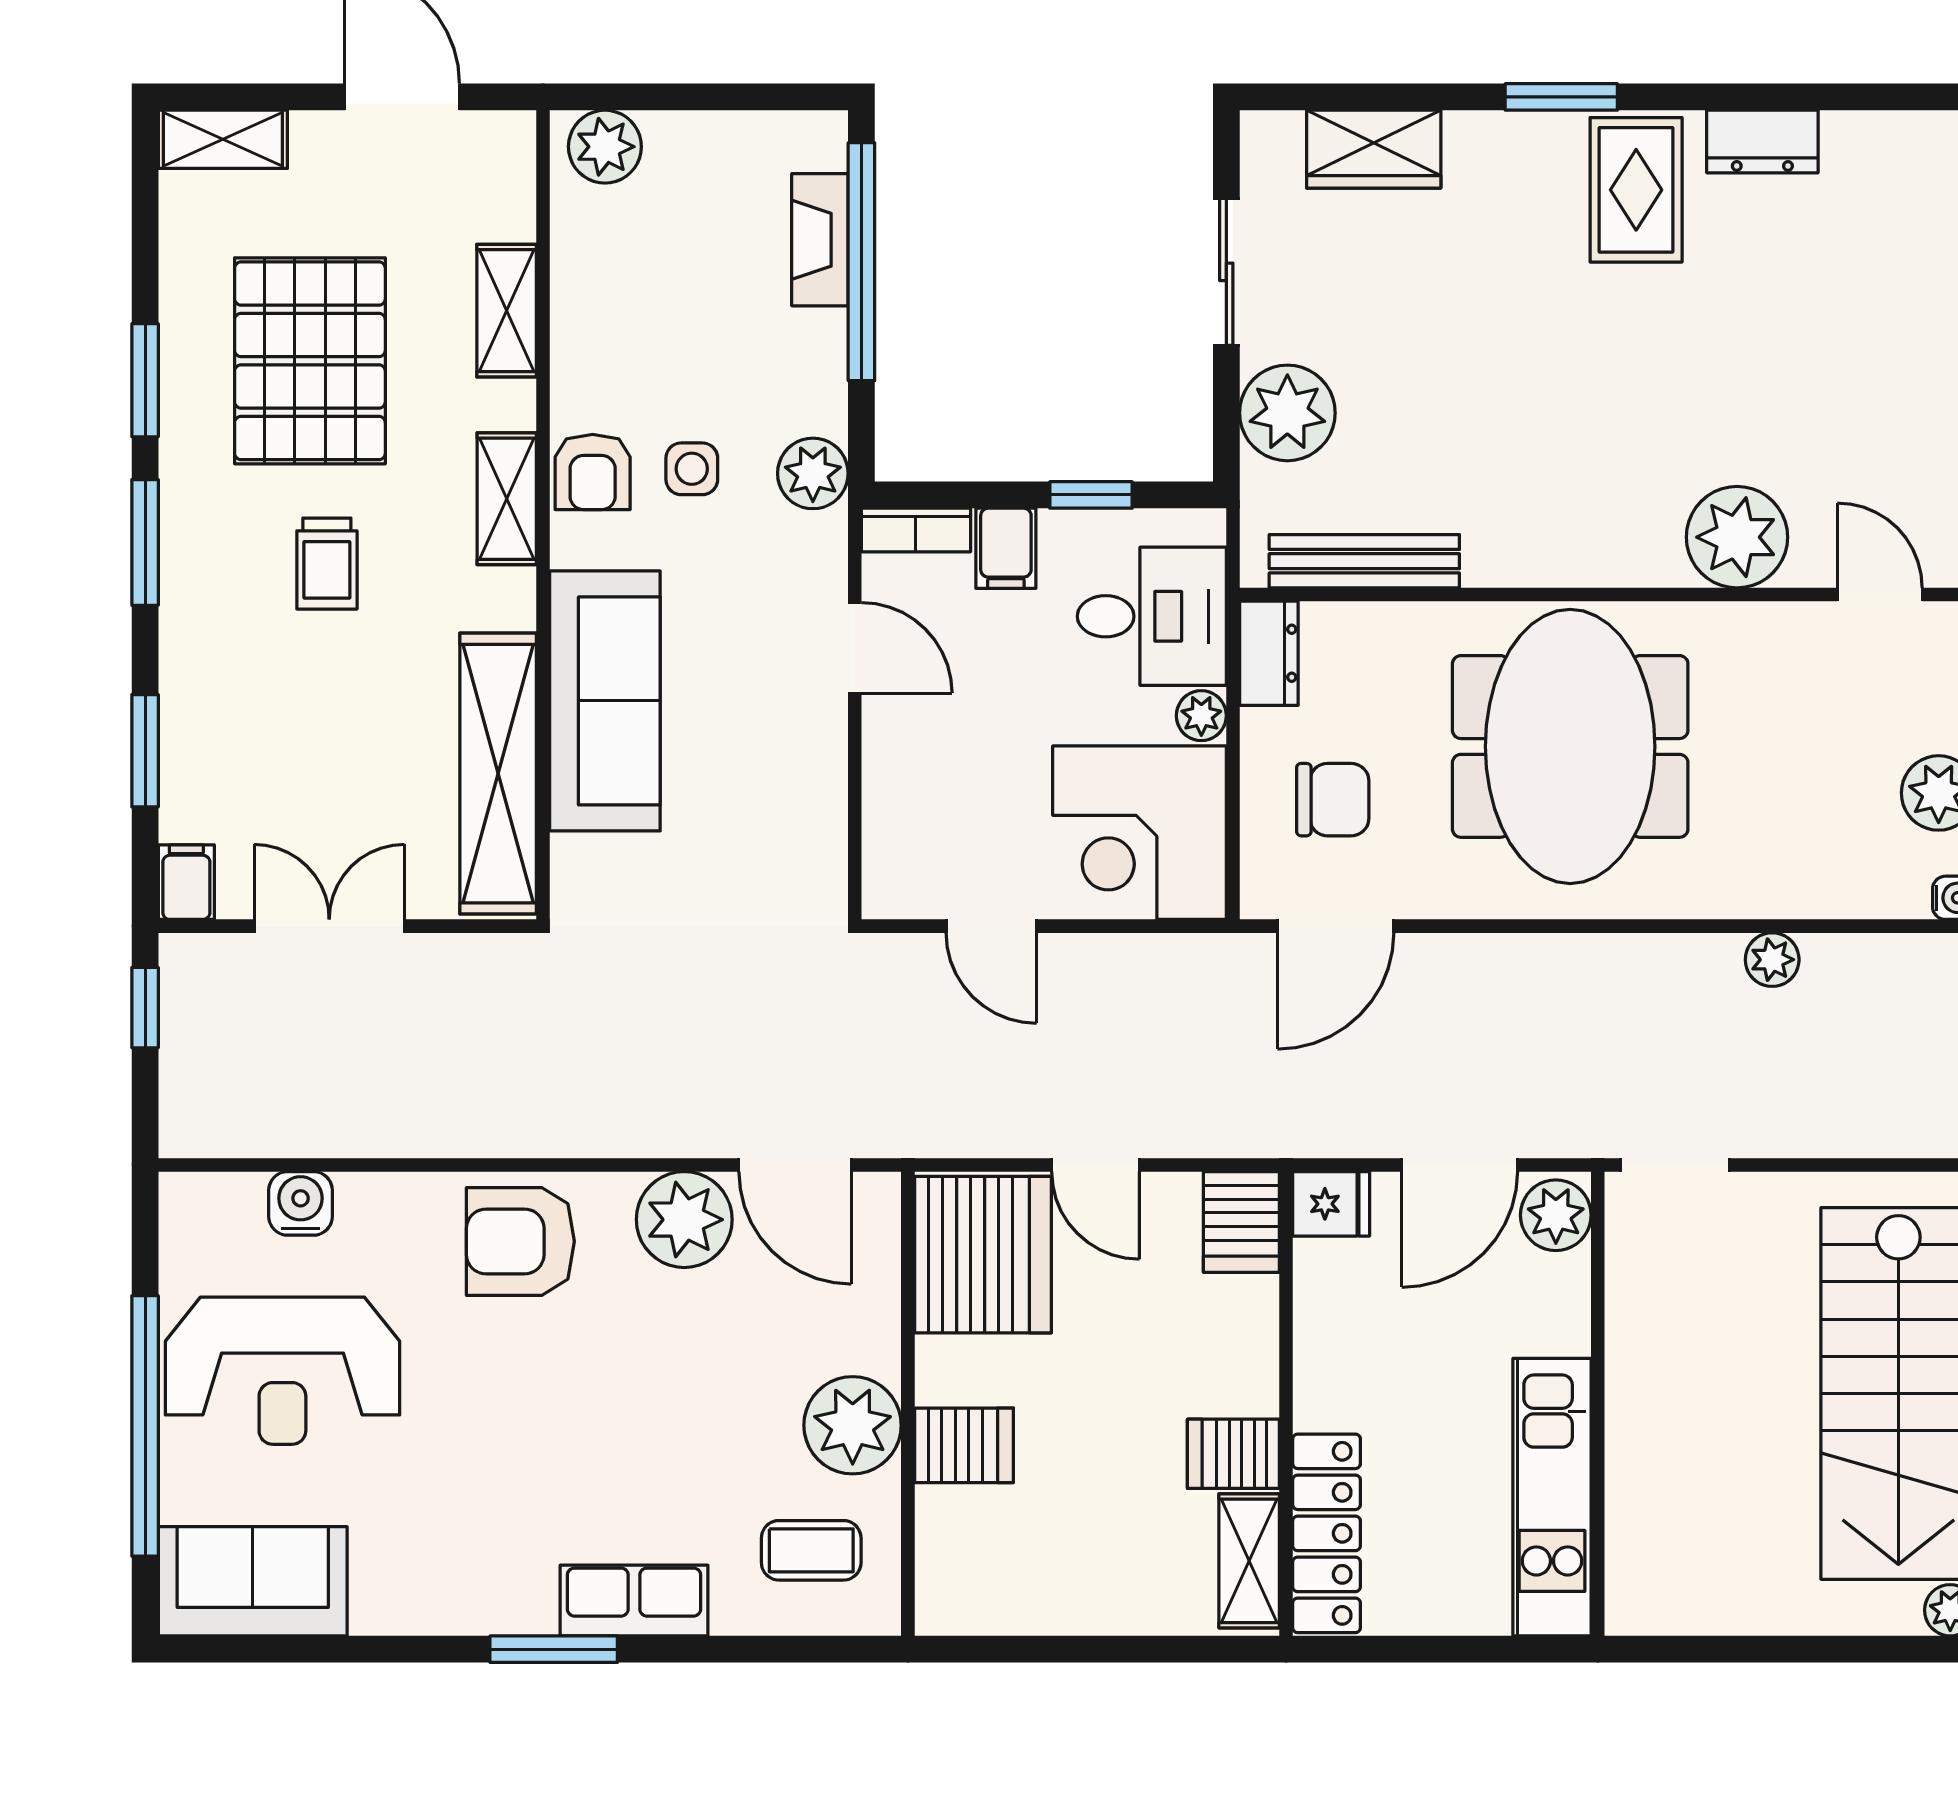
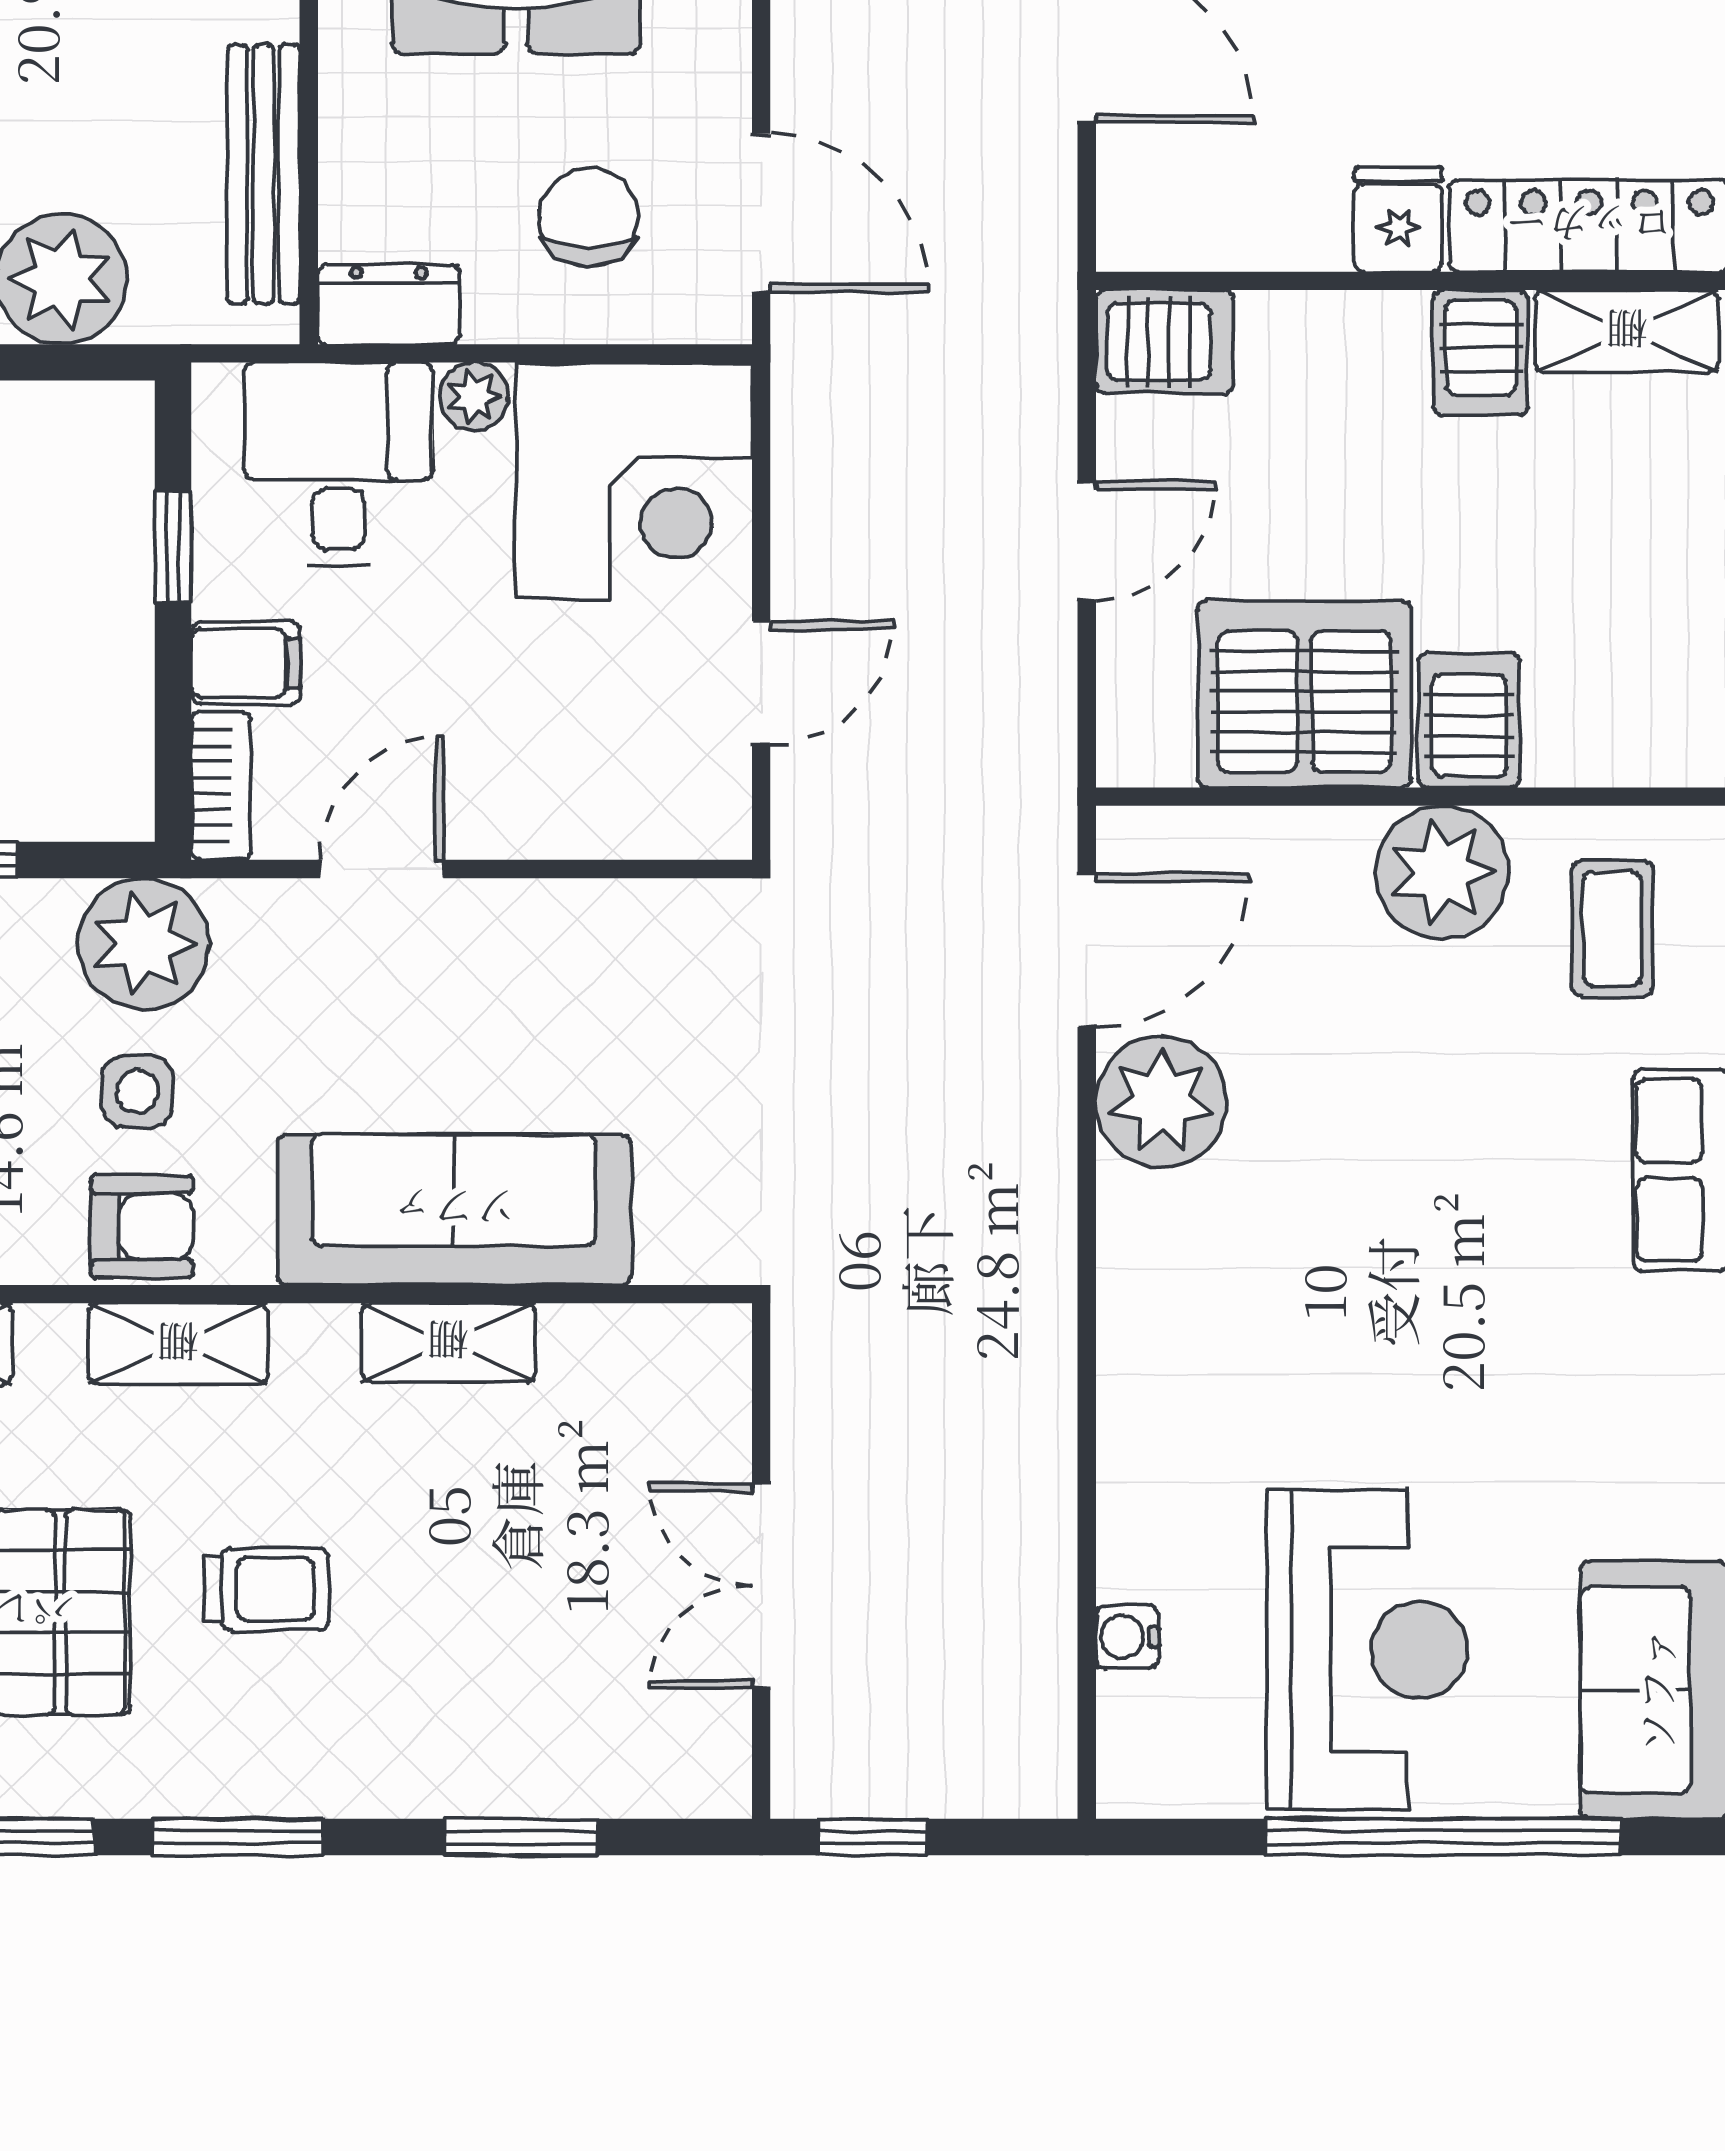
plant: (813, 473) -> (144, 944), width x1.36, depth x1.36
shelving: (498, 774) -> (448, 1342), width x0.45, depth x0.75
filing cabinet: (186, 882) -> (701, 1781), removed
water cooler: (301, 1203) -> (1127, 1637), width x0.72, depth x0.72
fridge: (1331, 1204) -> (1398, 219), moved
armchair: (520, 1241) -> (1191, 1325), removed
server rack: (983, 1255) -> (1304, 694), moved

